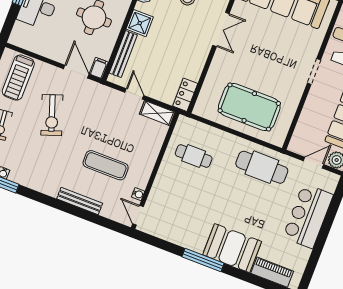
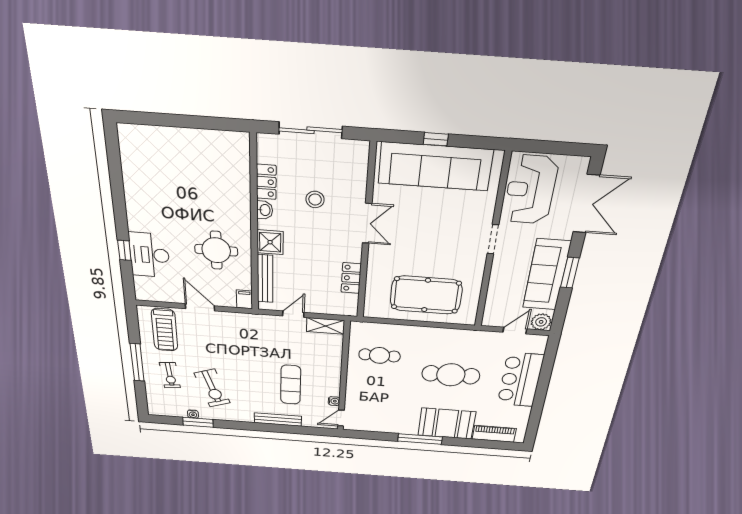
door: (76, 72) -> (200, 307), moved
door: (134, 94) -> (293, 314), hinge flipped
locker: (185, 95) -> (351, 278), moved
exercise bike: (52, 115) -> (212, 388), moved
exercise mat: (106, 165) -> (291, 385), turned 90
cafe table: (262, 167) -> (451, 375), moved
door: (138, 215) -> (341, 418), hinge flipped

